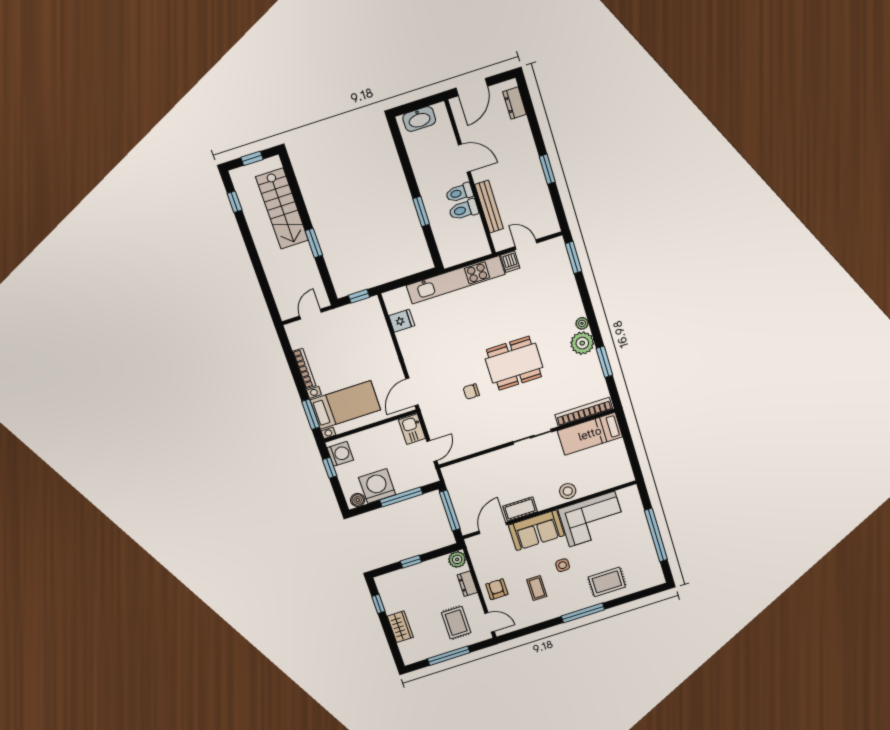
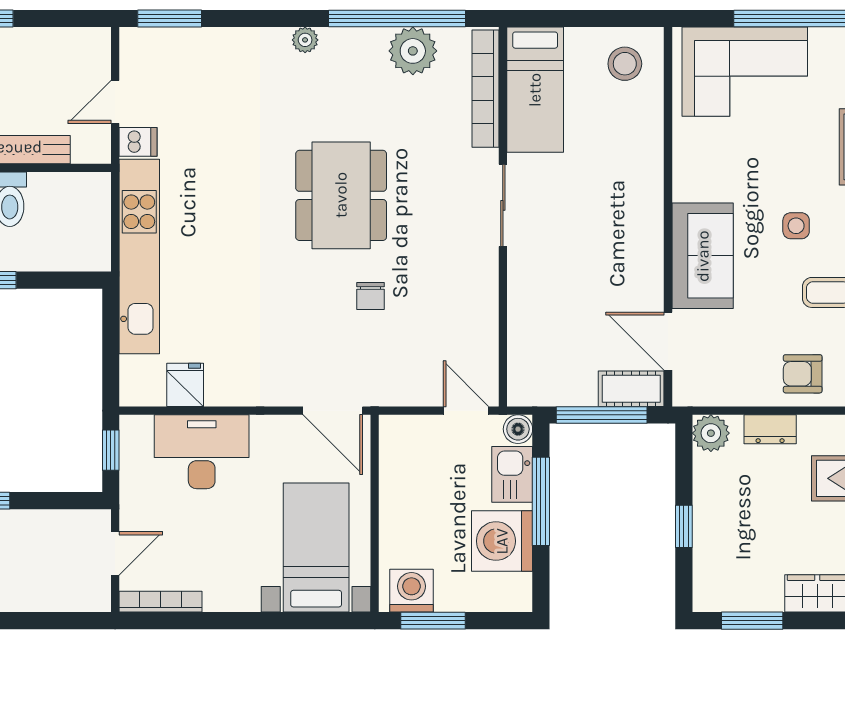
door: (310, 314) -> (115, 553), swing flipped
desk: (373, 339) -> (202, 452), added
plant: (582, 343) -> (413, 51), moved
window: (604, 362) -> (397, 18), width x2.11
bookcase: (304, 369) -> (161, 602), moved
window: (311, 414) -> (312, 621), removed
kitchen sink: (412, 429) -> (512, 474), moved, turned 90
window: (330, 468) -> (433, 621), width x1.50
stool: (568, 491) -> (625, 64), moved
boiler: (358, 500) -> (518, 429), moved
cot: (520, 509) -> (631, 389), moved, turned 90
corner sofa: (592, 519) -> (745, 72), moved, turned 90
window: (378, 604) -> (752, 621), width x1.50

